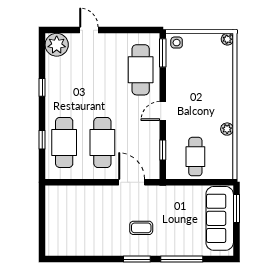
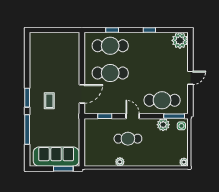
door: (89, 30) -> (190, 78), moved
plant: (175, 68) -> (163, 125), added
cafe table: (195, 157) -> (128, 139), moved

